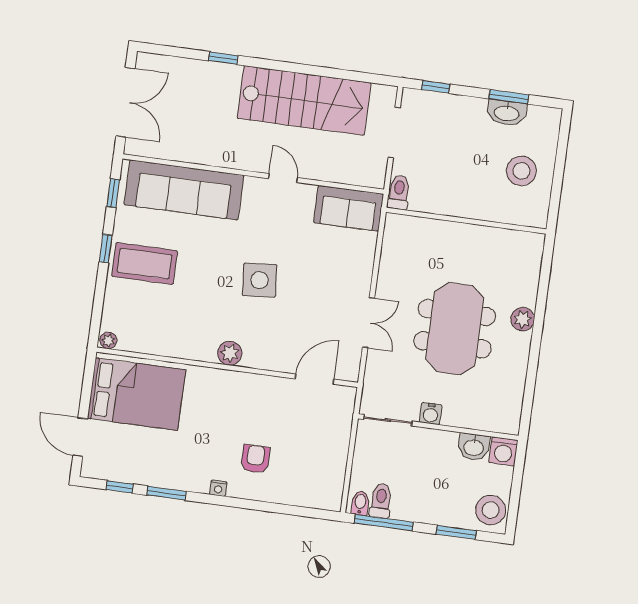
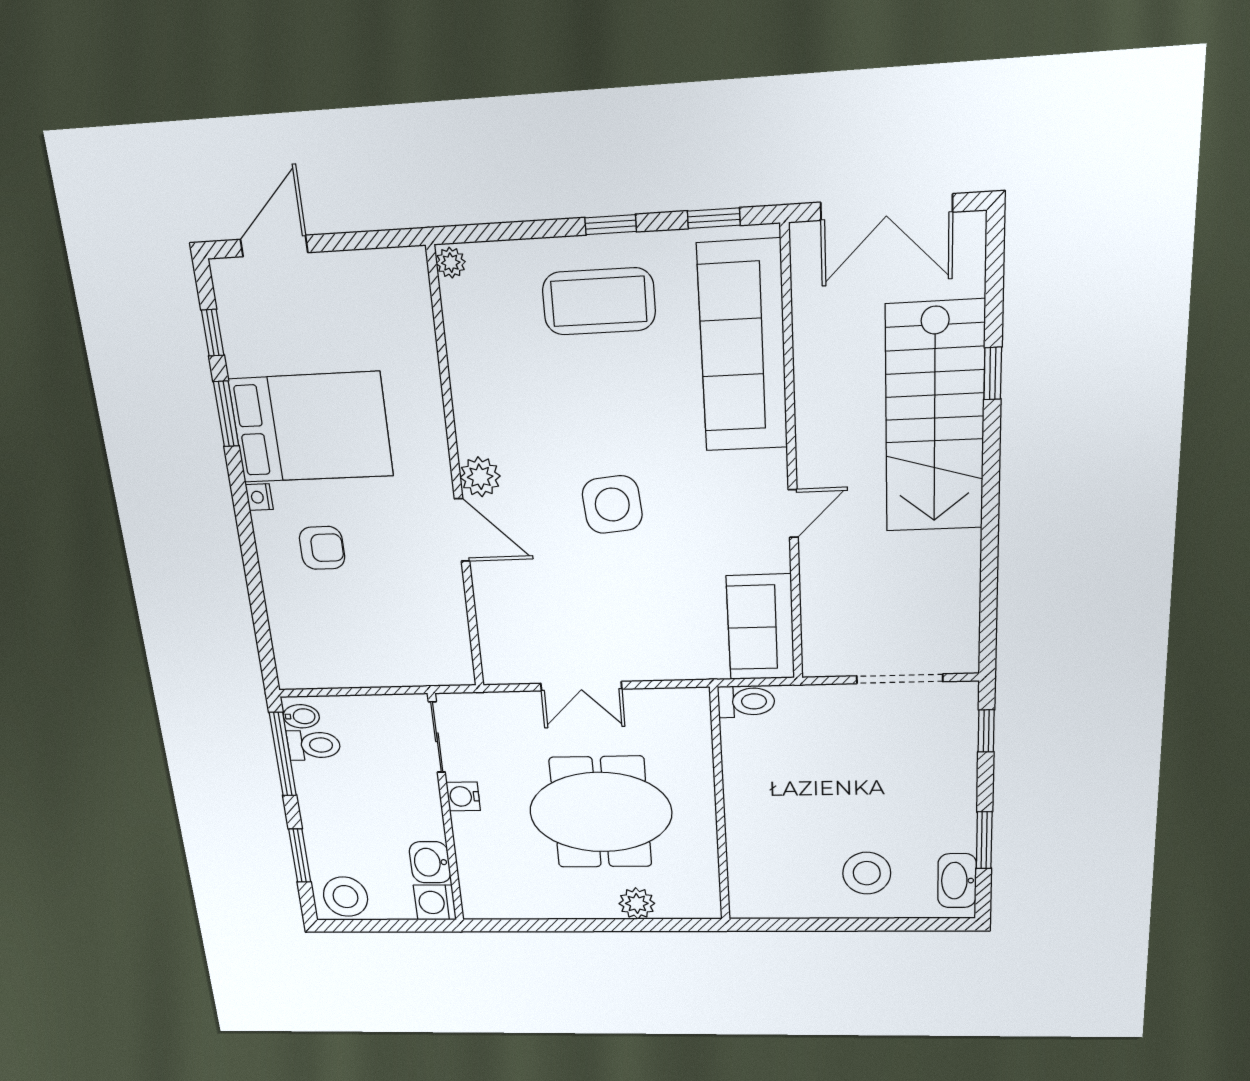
stairs: (304, 100) -> (935, 418), moved
washbasin: (507, 113) -> (957, 881), moved
toilet: (399, 192) -> (746, 702), moved
wall: (466, 221) -> (720, 806), moved
coffee table: (145, 264) -> (599, 301), turned 90
door: (314, 379) -> (462, 530), moved
bed: (136, 394) -> (311, 427), moved, turned -90

